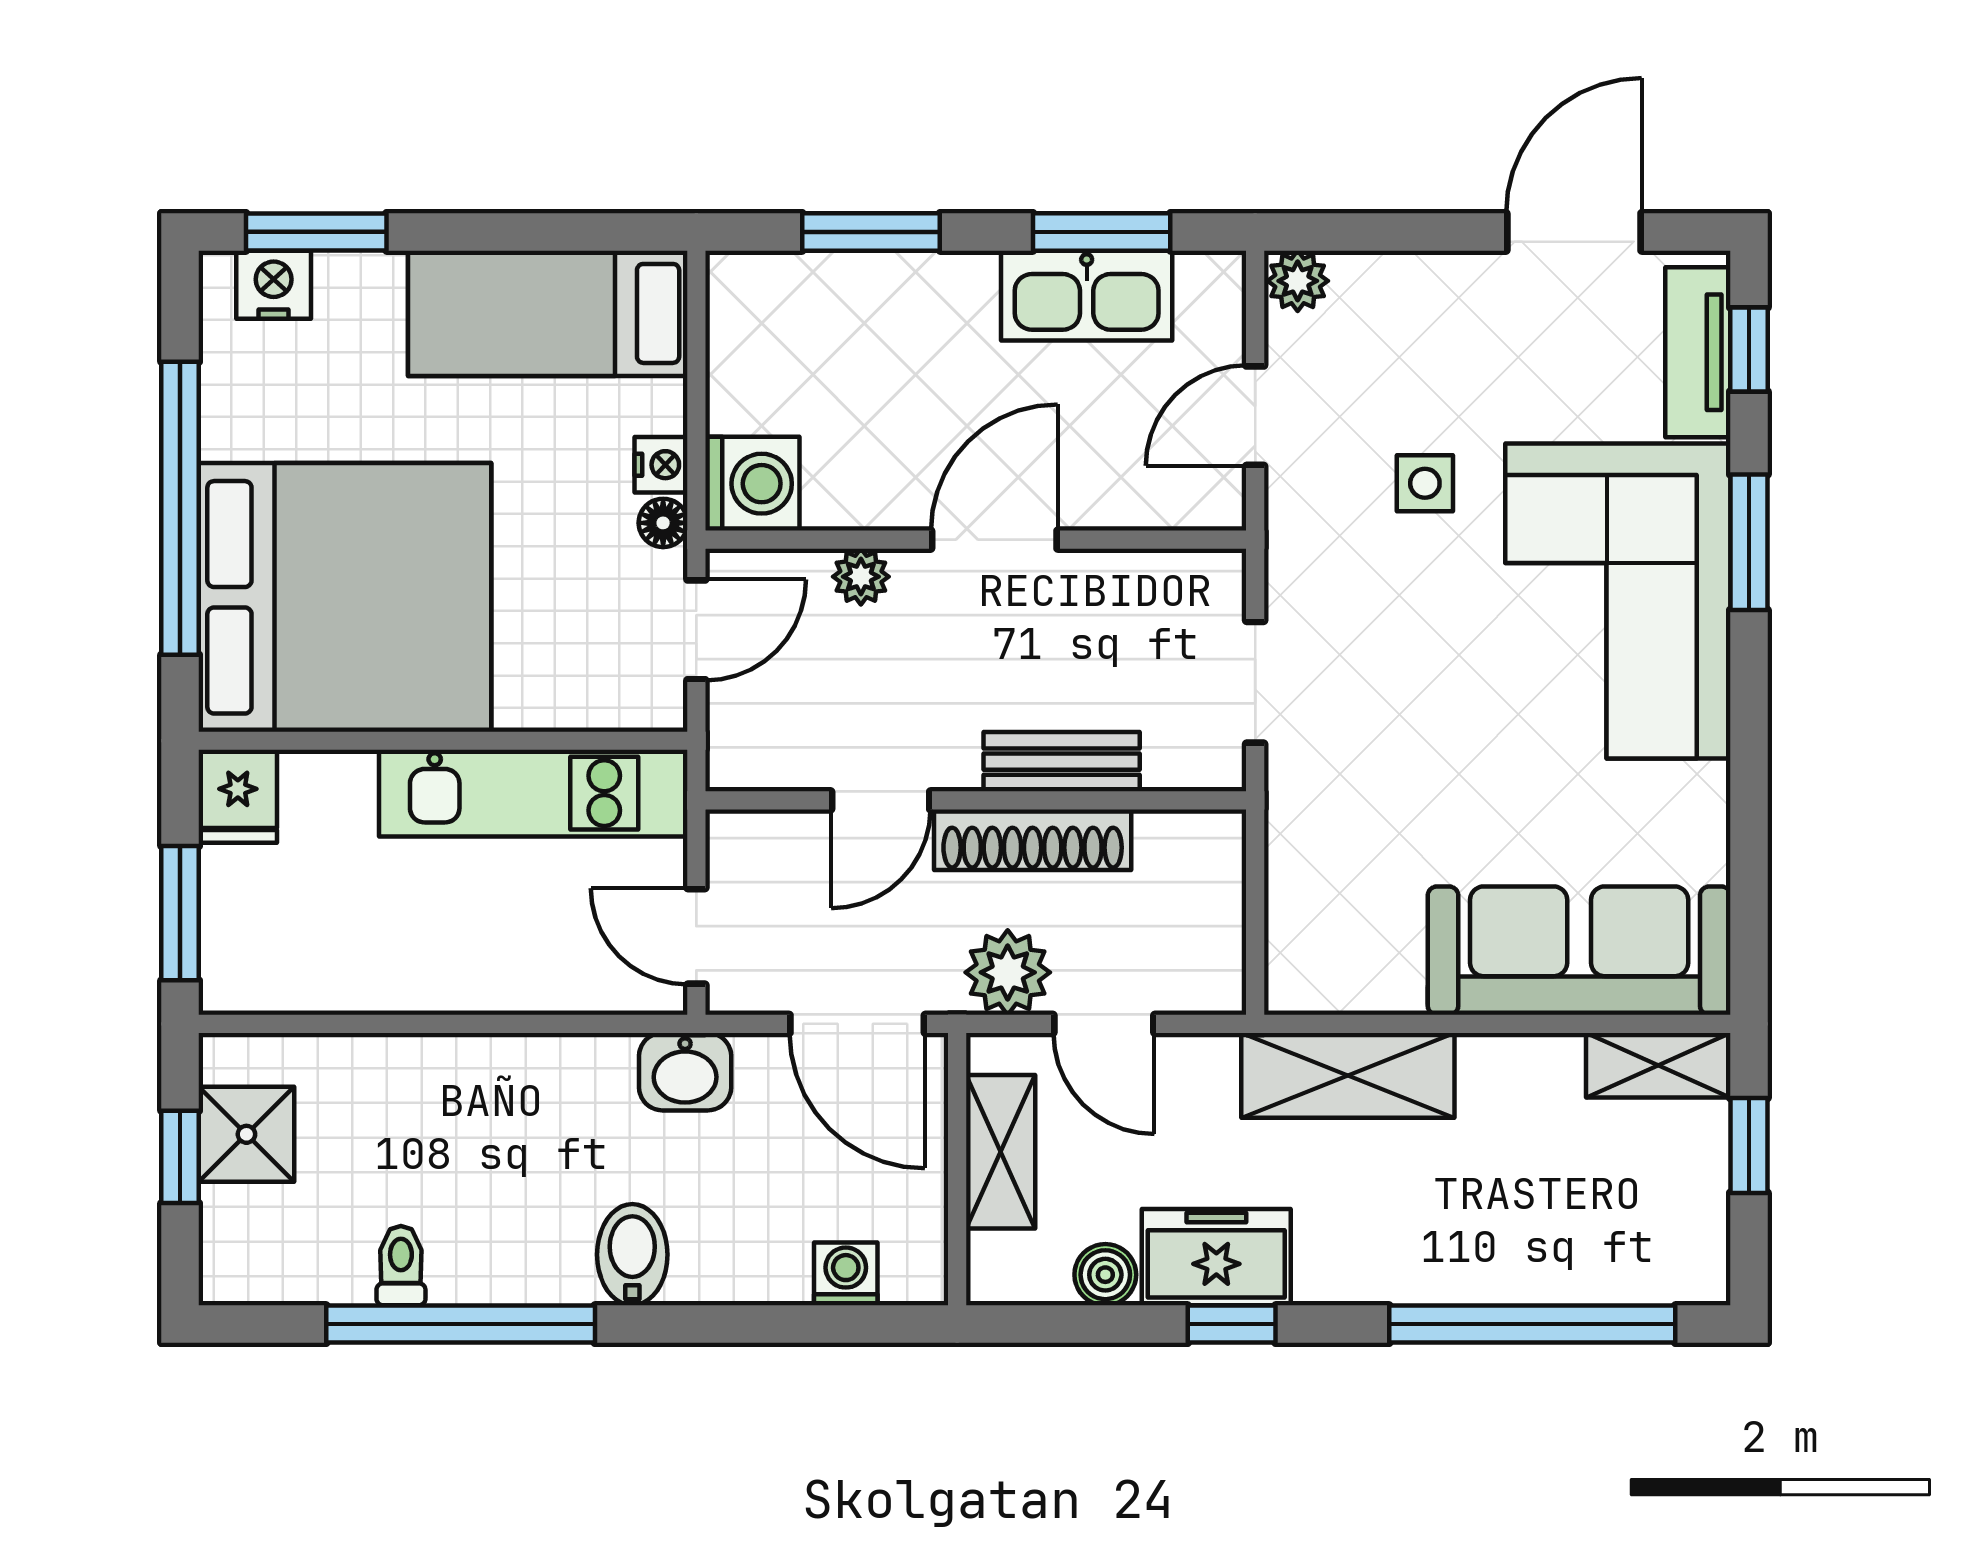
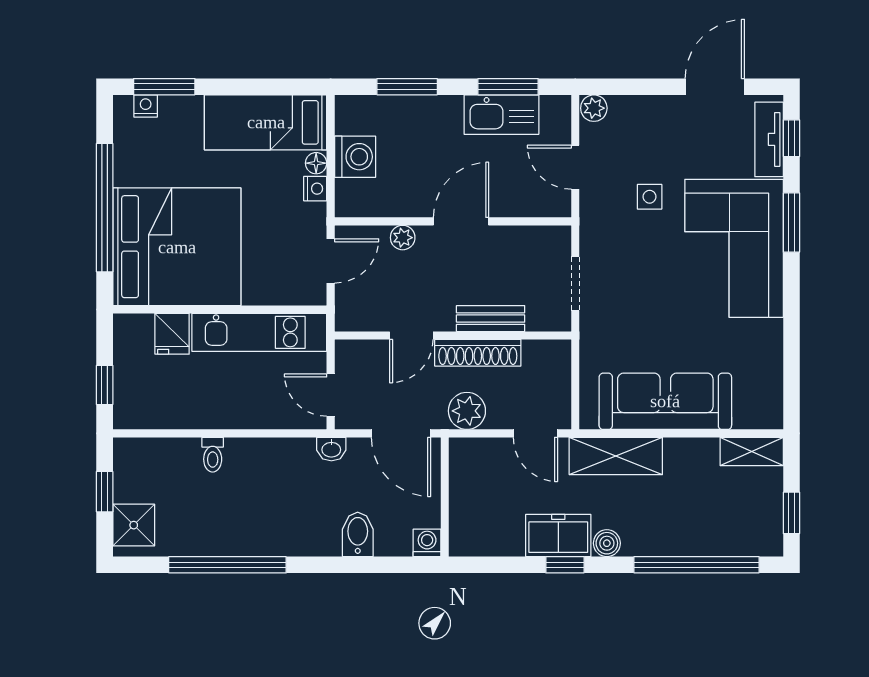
nightstand: (274, 285) -> (146, 106), width x0.72, depth x0.74
door: (1255, 416) -> (575, 167), hinge flipped
washing machine: (752, 484) -> (355, 157), moved
floor lamp: (663, 523) -> (316, 163), moved
fridge: (238, 796) -> (172, 334), moved
window: (180, 913) -> (105, 385), width x0.67
sofa: (1579, 951) -> (665, 401), moved
door: (1104, 1024) -> (535, 433), moved
washbasin: (685, 1072) -> (331, 449), width x0.72, depth x0.69
shower: (246, 1134) -> (134, 525), moved
window: (1749, 1145) -> (791, 513), moved
shelving: (1001, 1152) -> (464, 489), removed
bidet: (632, 1255) -> (358, 534), moved
toilet: (401, 1266) -> (213, 455), moved, turned 180
washing machine: (846, 1274) -> (427, 543), moved
boiler: (1105, 1275) -> (607, 543), moved

